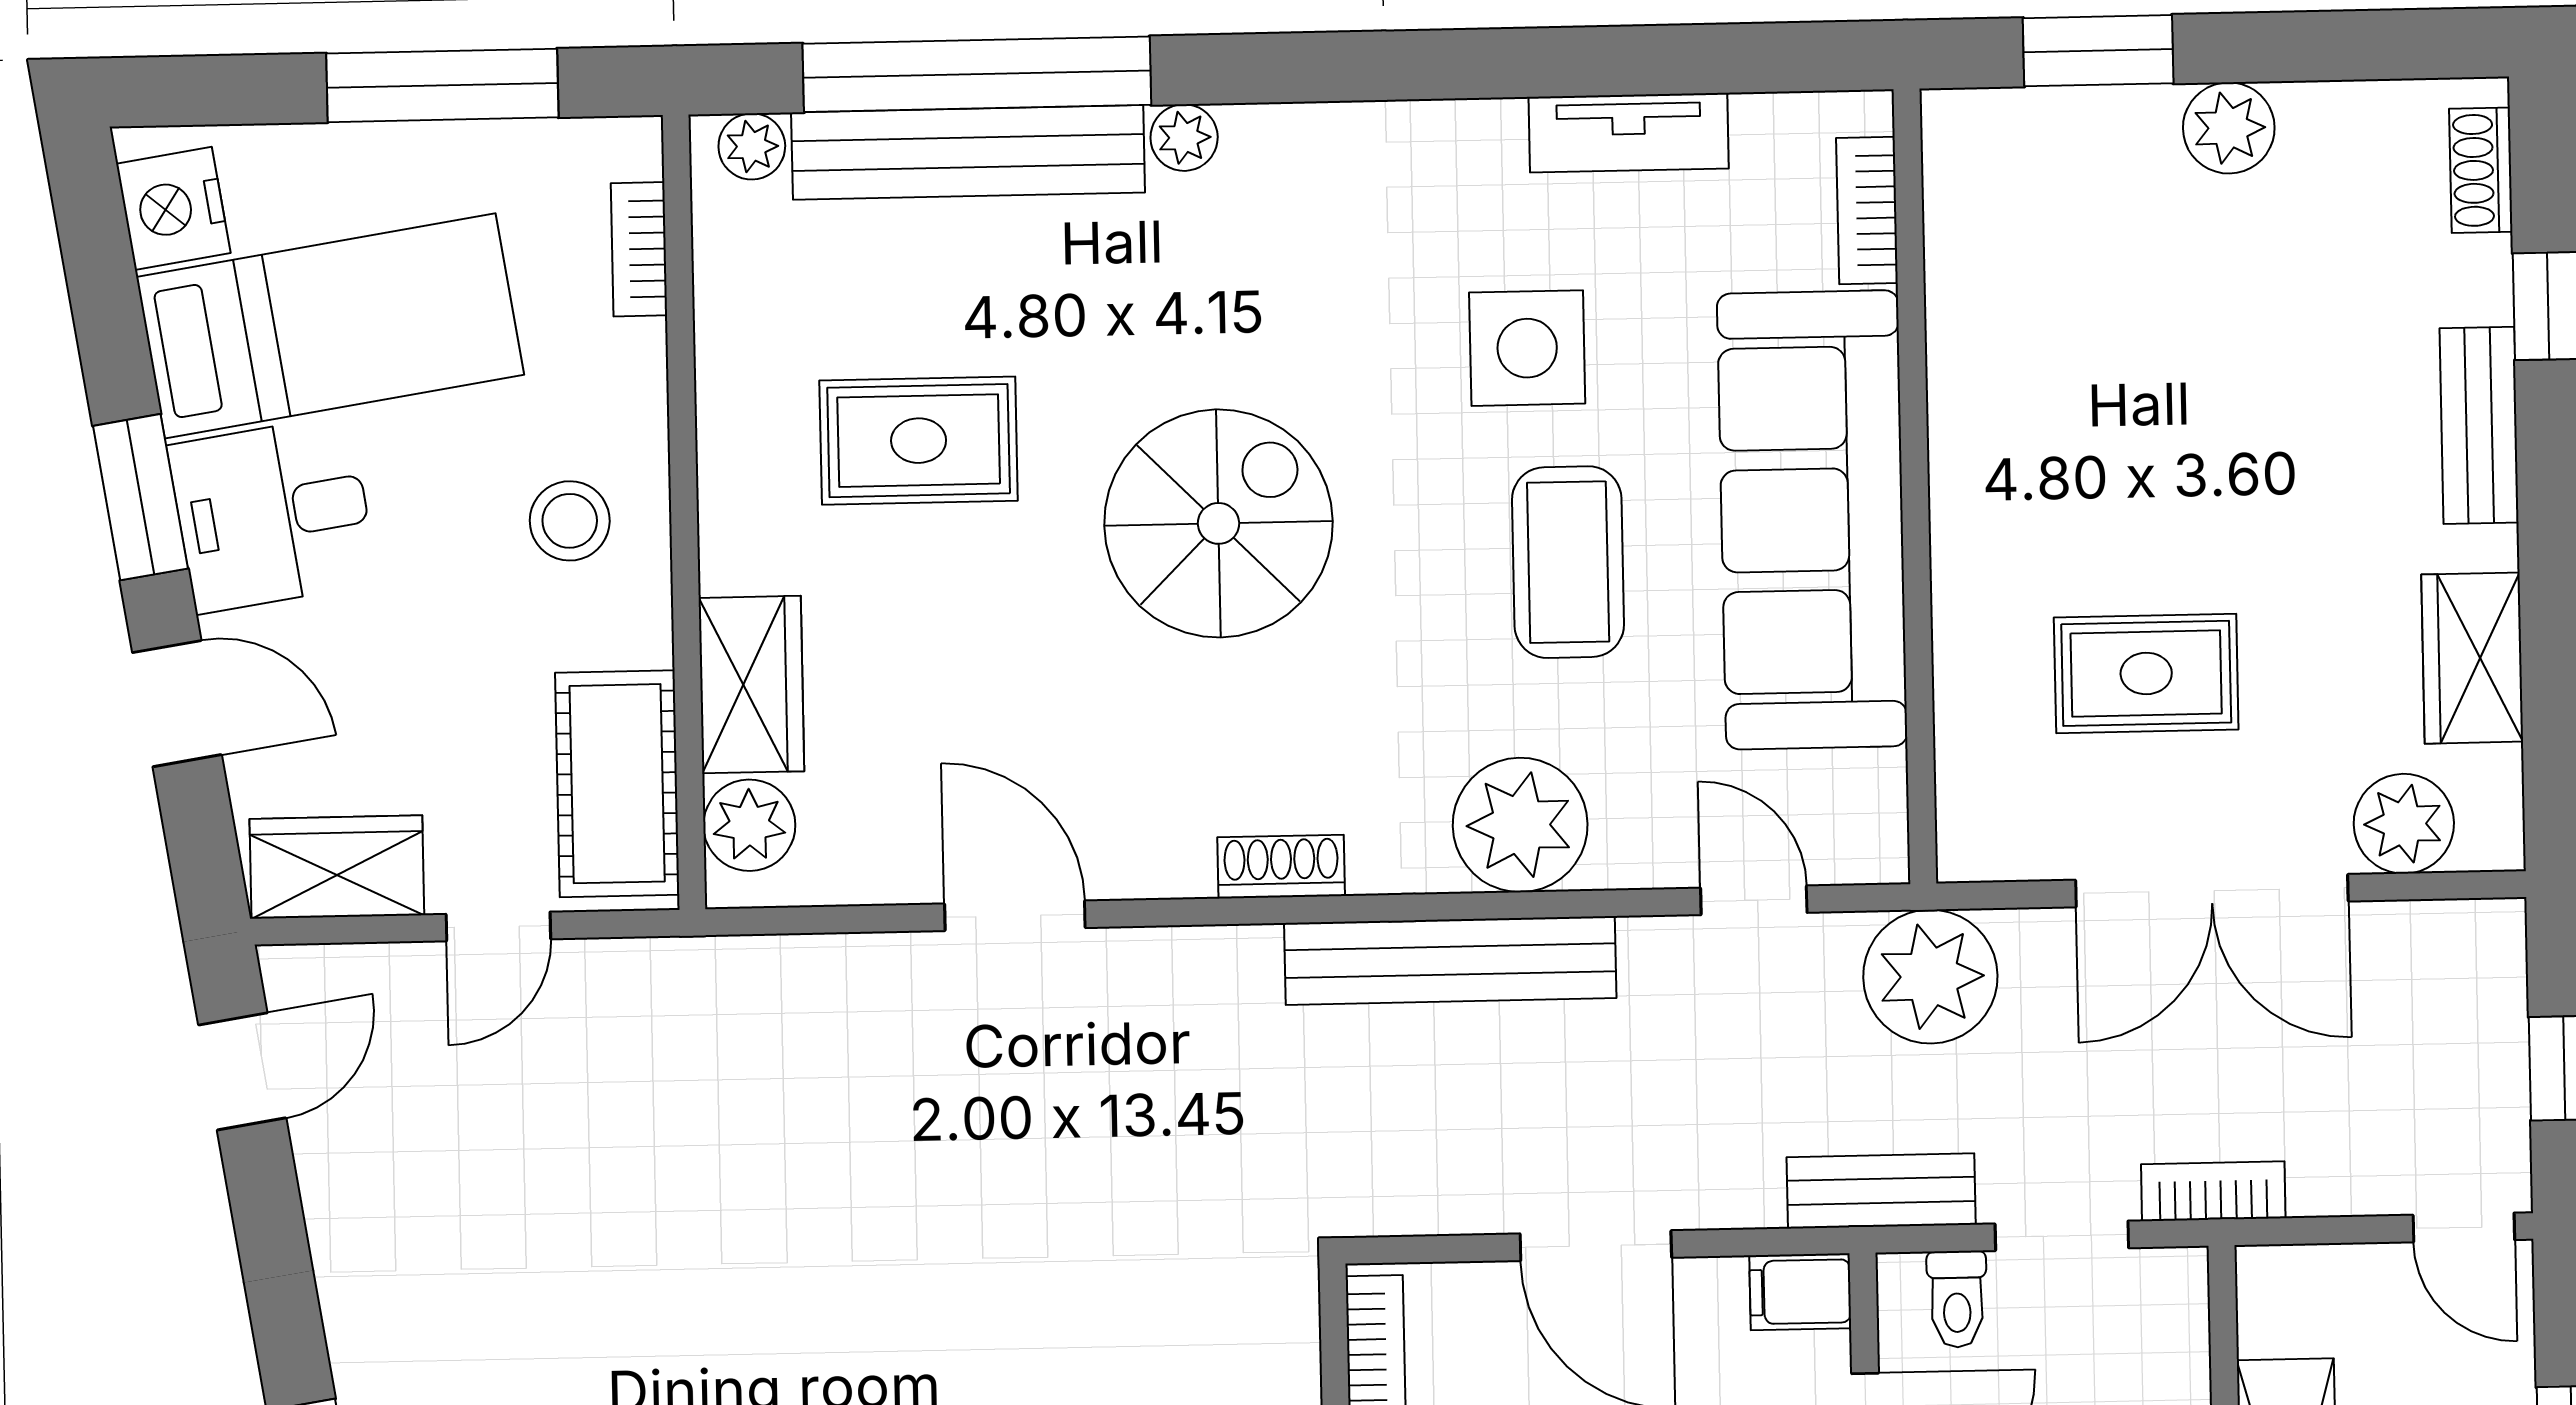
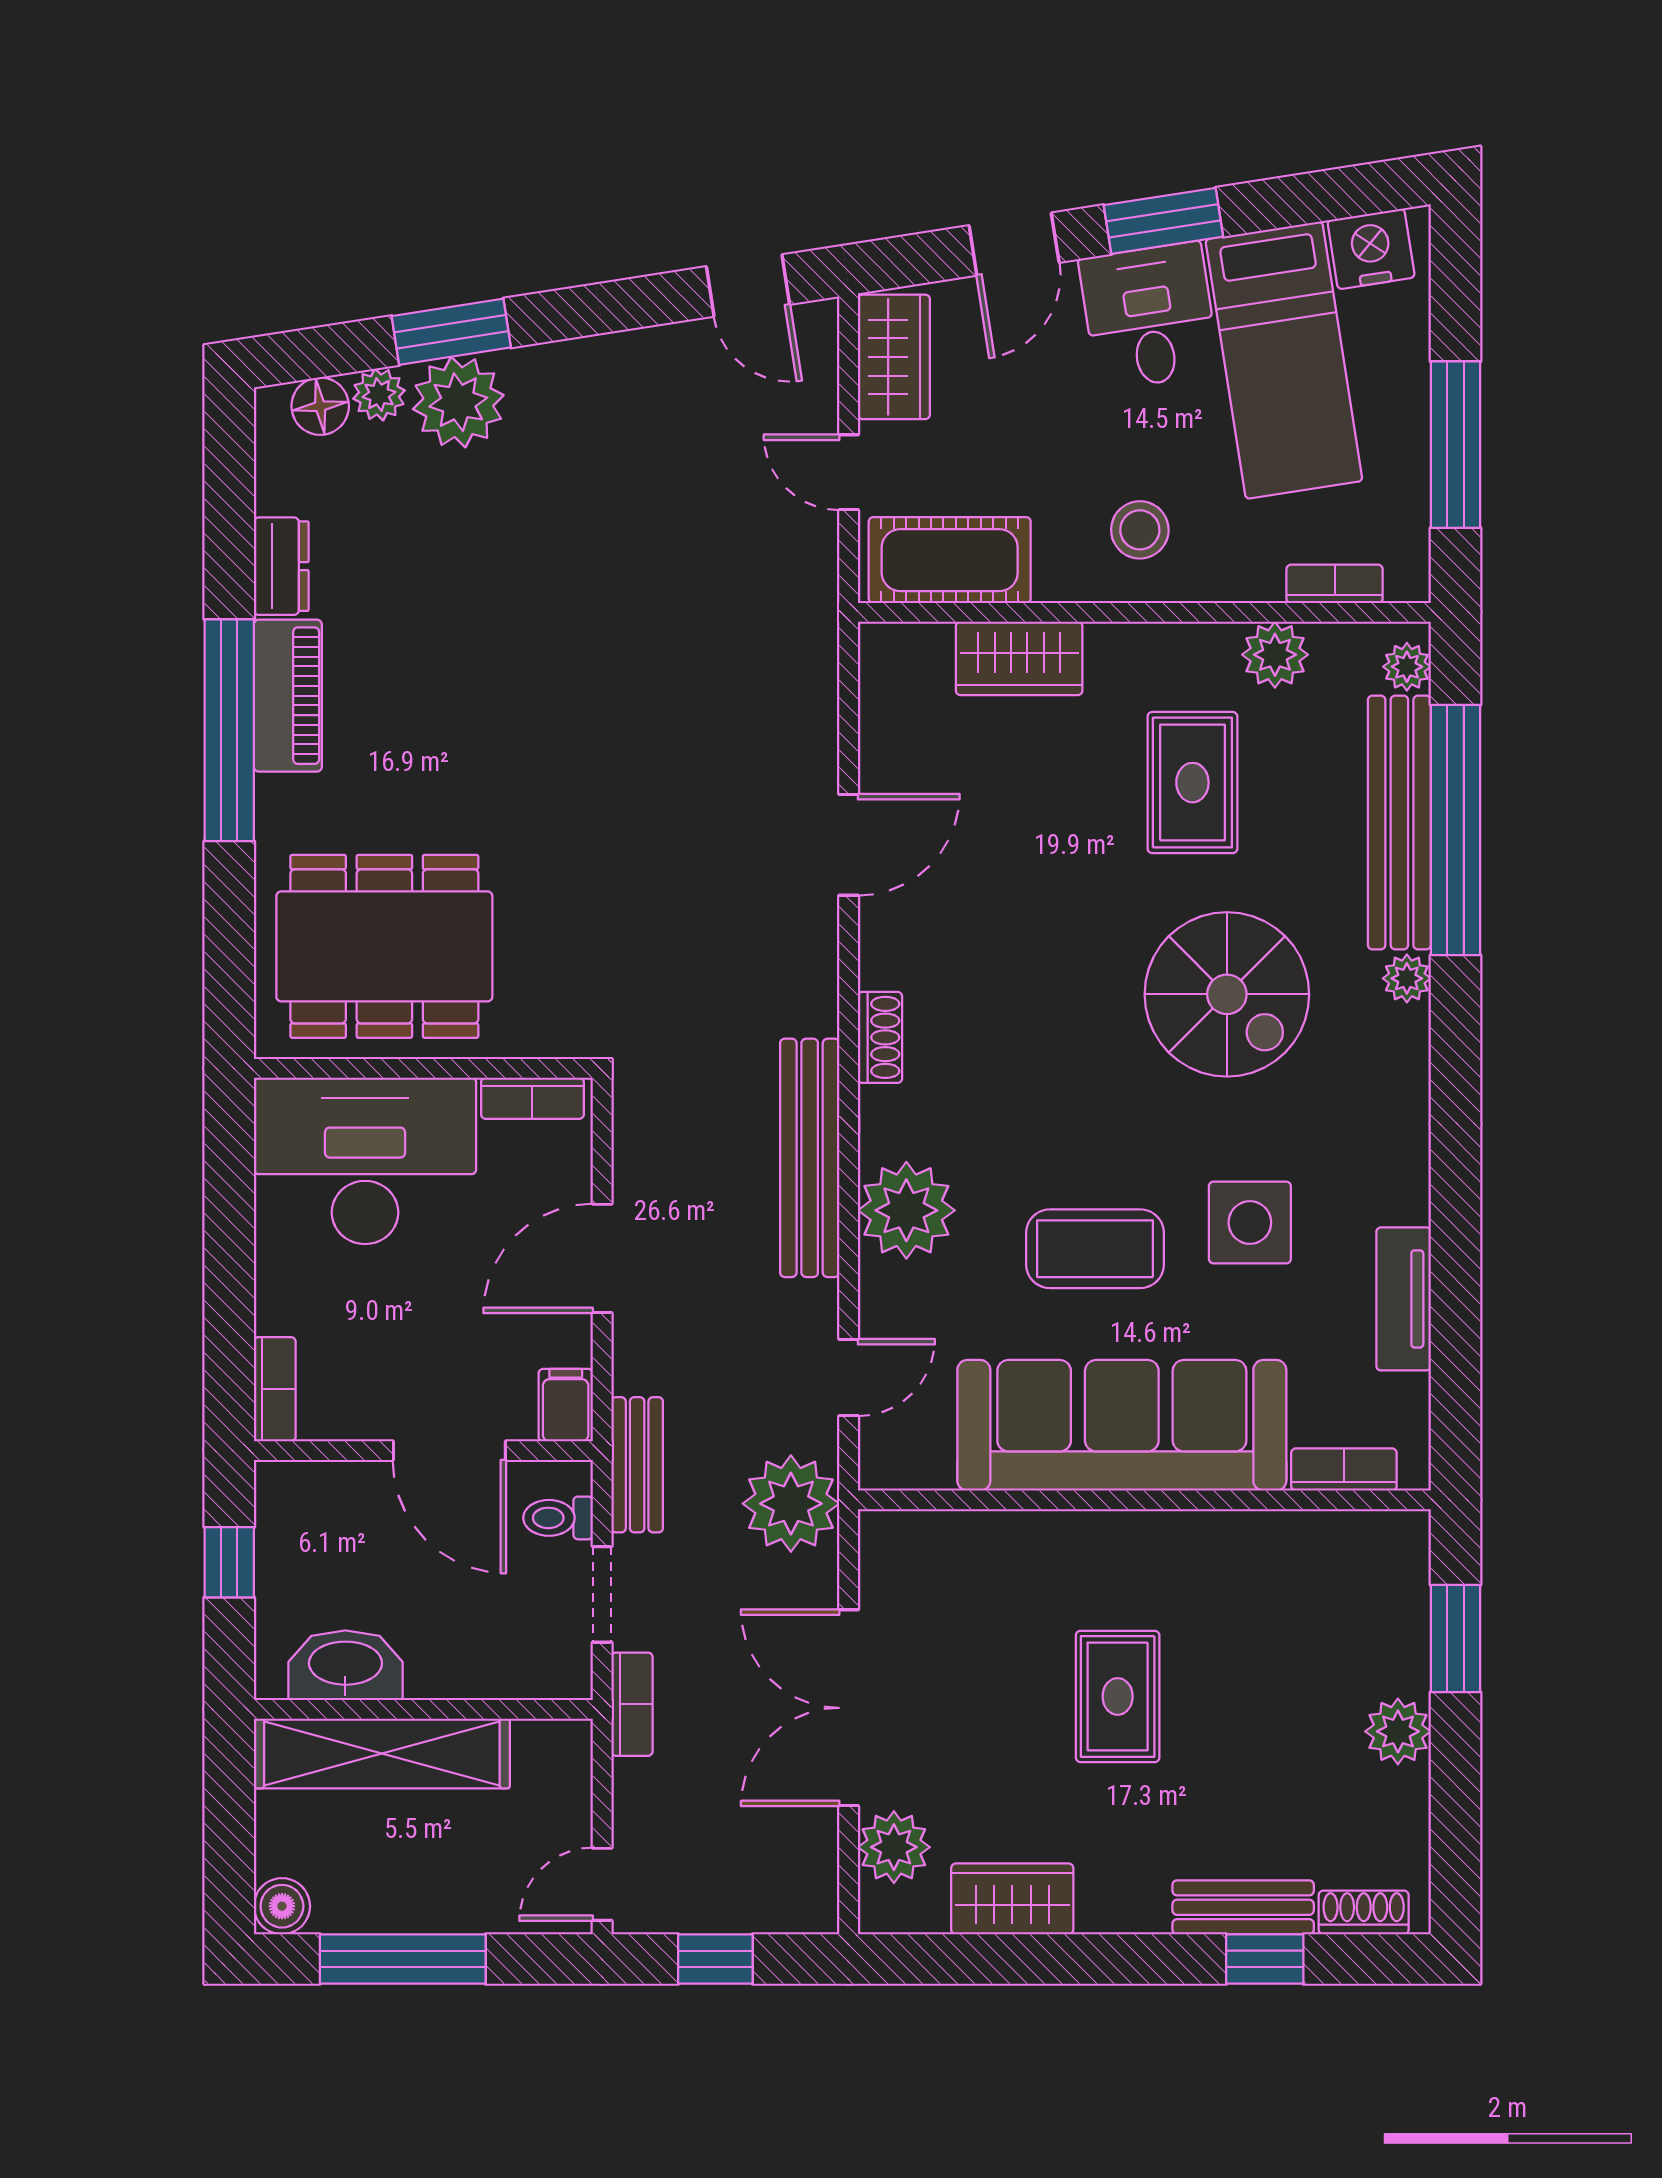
bench: (2479, 425) -> (1243, 1907), moved
spiral stairs: (1219, 523) -> (1227, 994), moved
rug: (2146, 673) -> (1118, 1696), moved
plant: (749, 825) -> (1275, 655), moved

